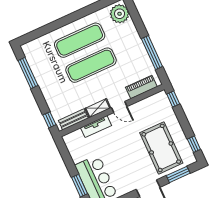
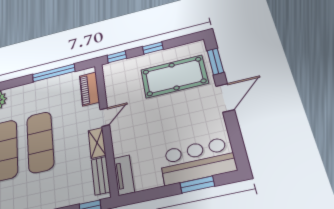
tv unit: (96, 127) -> (124, 175), moved
window: (194, 144) -> (153, 48), moved

